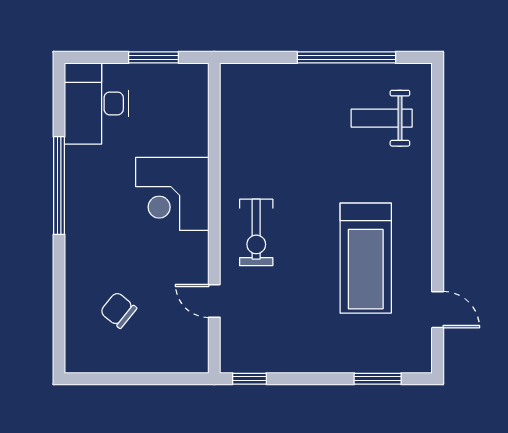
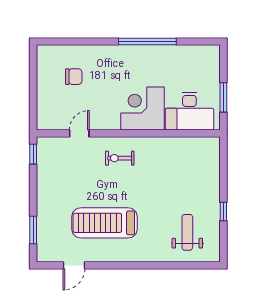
window: (346, 57) -> (223, 212), width x0.32
desk: (96, 103) -> (189, 111), moved, turned 180
exercise bike: (256, 232) -> (120, 158), width x0.73, depth x0.72
chair: (118, 310) -> (74, 77), turned 51

